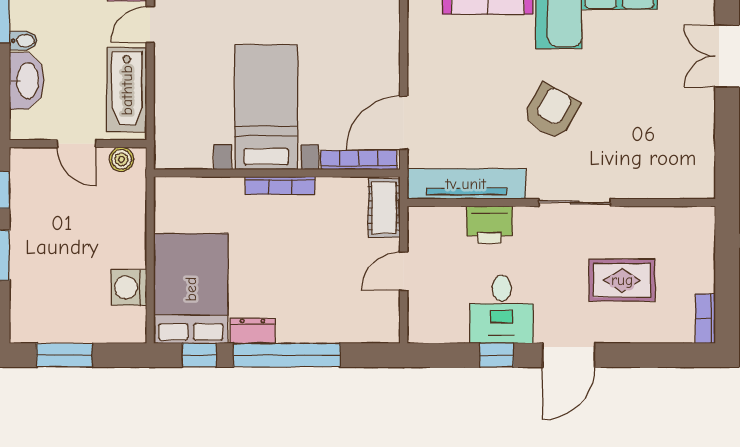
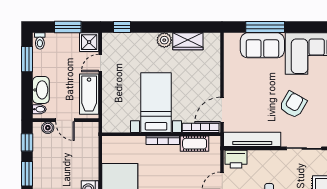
bidet: (23, 41) -> (39, 109), moved
boiler: (122, 159) -> (48, 128), moved
cot: (384, 208) -> (195, 144), moved, turned 90
printer: (489, 225) -> (236, 159), moved

